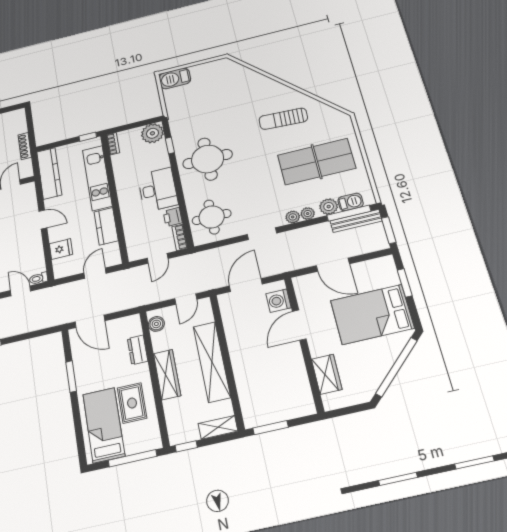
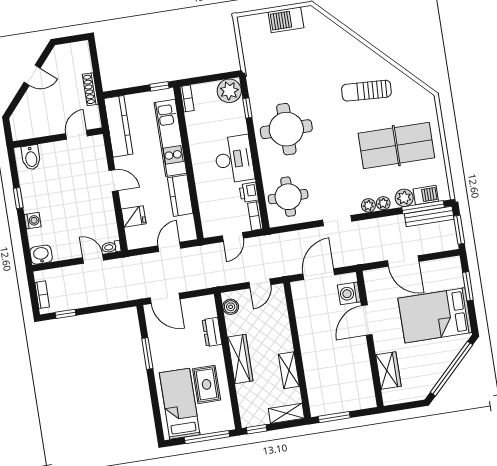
barbecue: (175, 78) -> (286, 20), moved
shelving: (212, 362) -> (289, 370), width x0.45, depth x0.75

